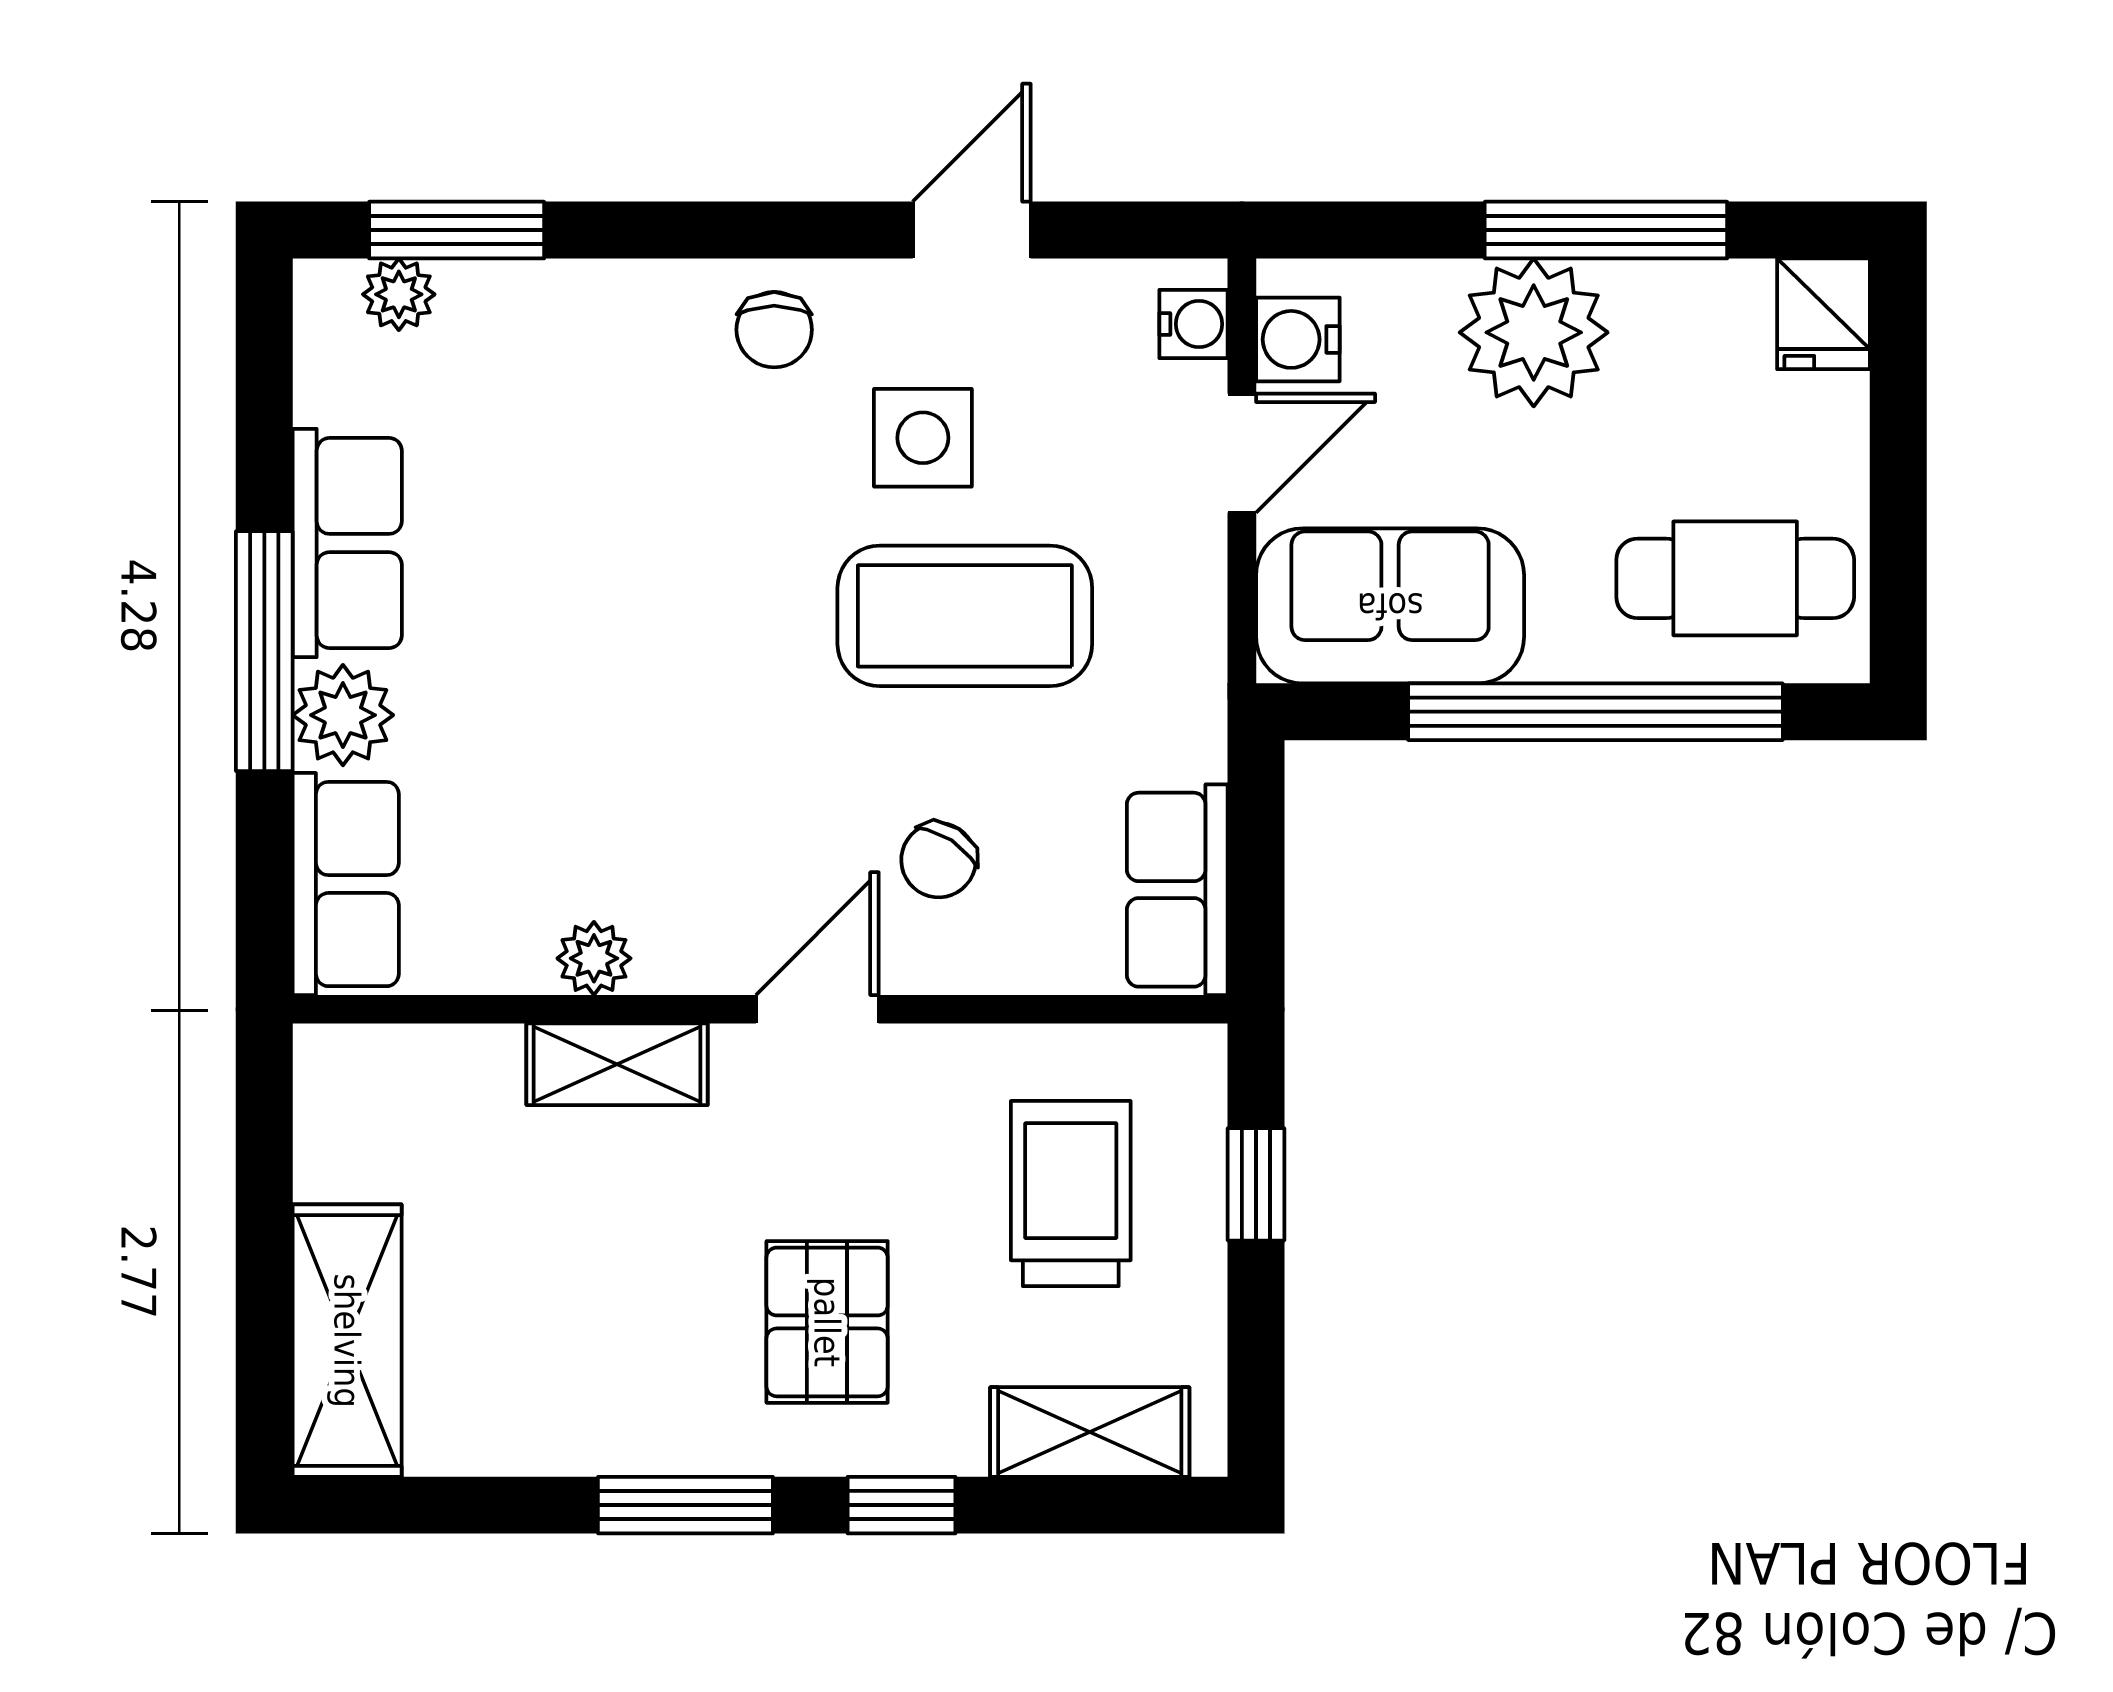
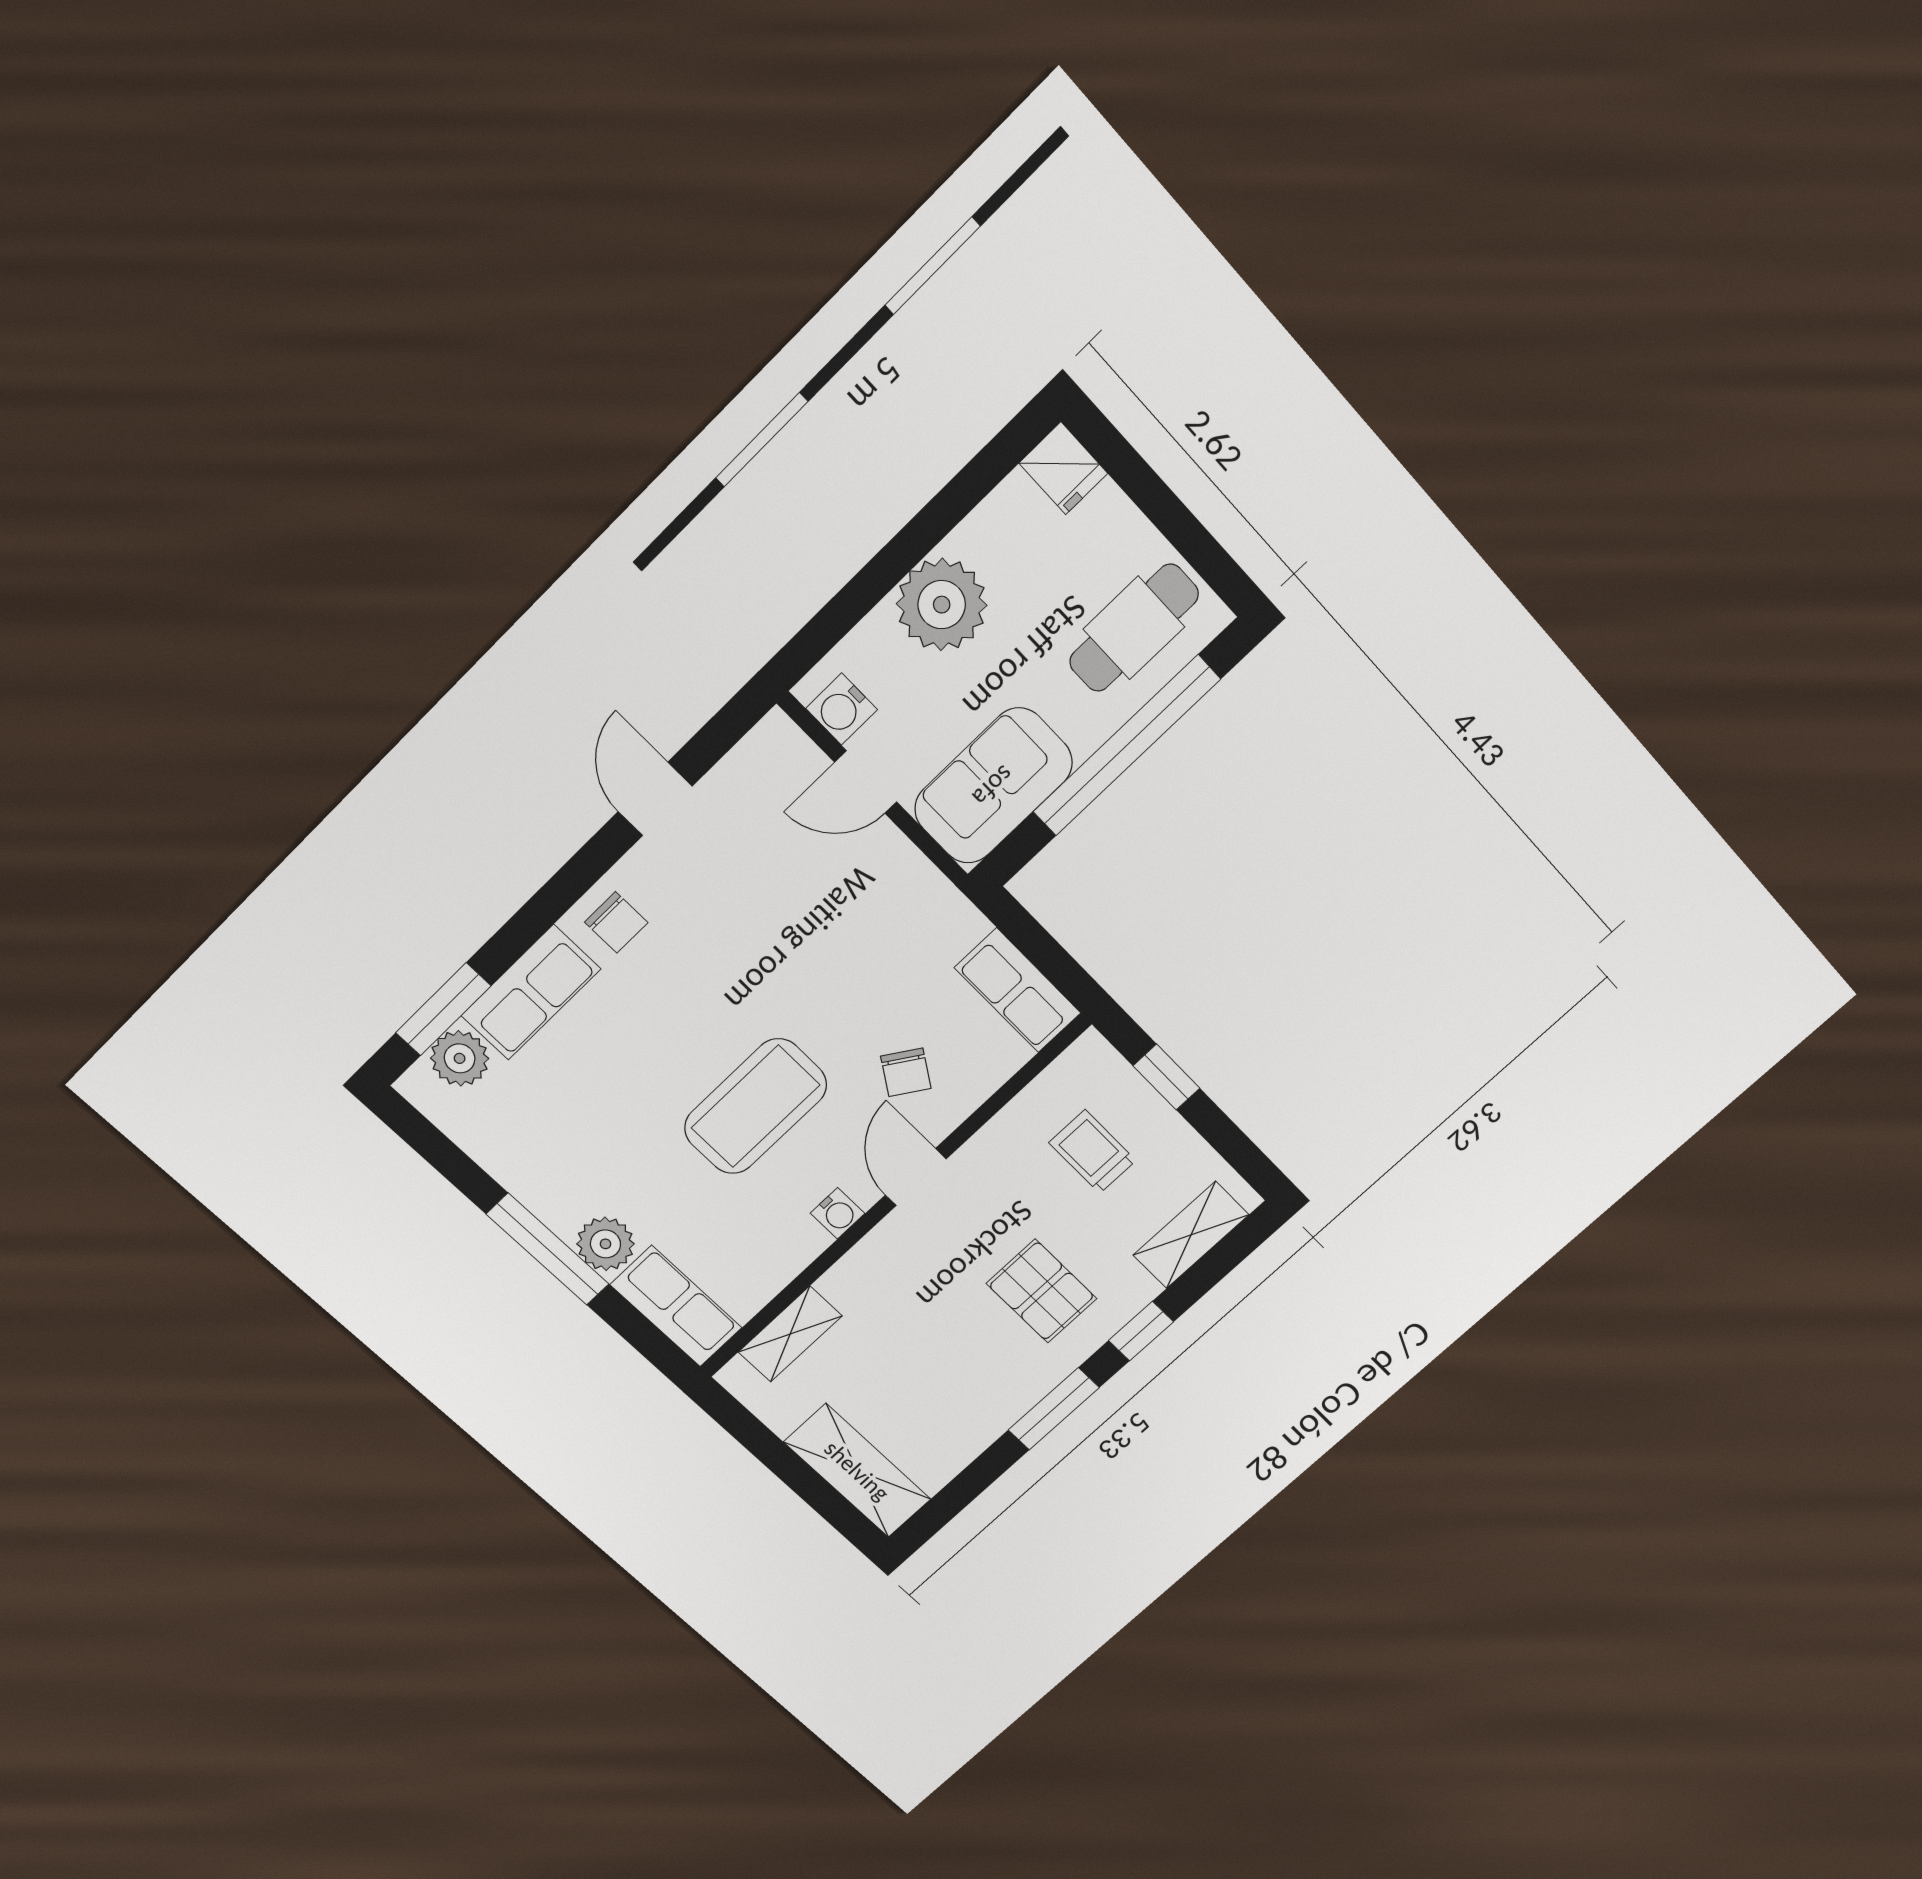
window: (1606, 230) -> (930, 526), removed
plant: (399, 294) -> (460, 1058), width x1.38, depth x1.38
water cooler: (1194, 324) -> (838, 1213), moved, turned 90
side table: (923, 438) -> (724, 907), removed
door: (1242, 453) -> (866, 782), swing flipped
row of seats: (347, 543) -> (531, 992), moved, turned 90
coffee table: (965, 616) -> (755, 1106), moved
plant: (594, 958) -> (805, 1242), removed
shelving: (617, 1064) -> (790, 1334), moved
trolley: (1071, 1194) -> (1092, 1152), width x0.73, depth x0.72

